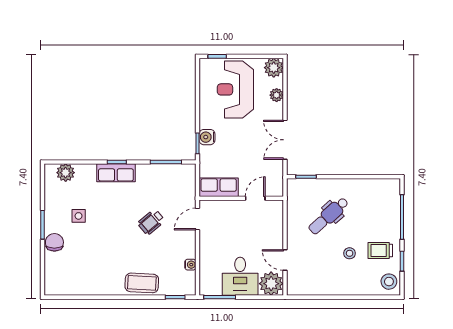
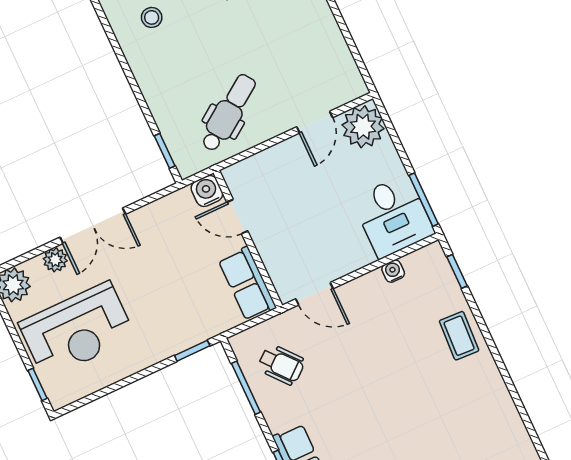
water cooler: (207, 137) -> (207, 191), moved, turned 180
double door: (285, 140) -> (93, 226), moved
dental chair: (329, 216) -> (228, 113), moved, turned -83
wheelchair: (151, 222) -> (281, 365), moved
stool: (350, 253) -> (152, 17), moved
desk: (240, 276) -> (393, 216), moved, turned 90
coffee table: (142, 283) -> (459, 336), width x0.73, depth x0.77

